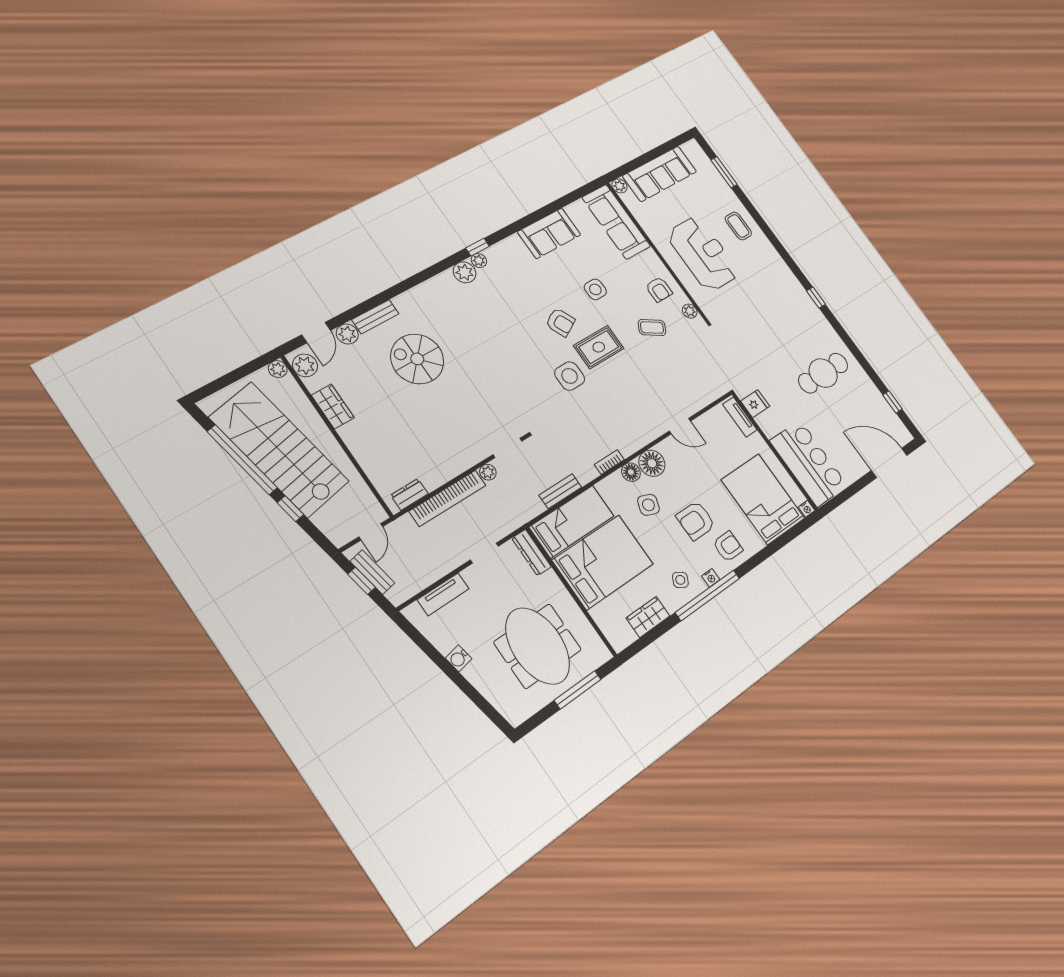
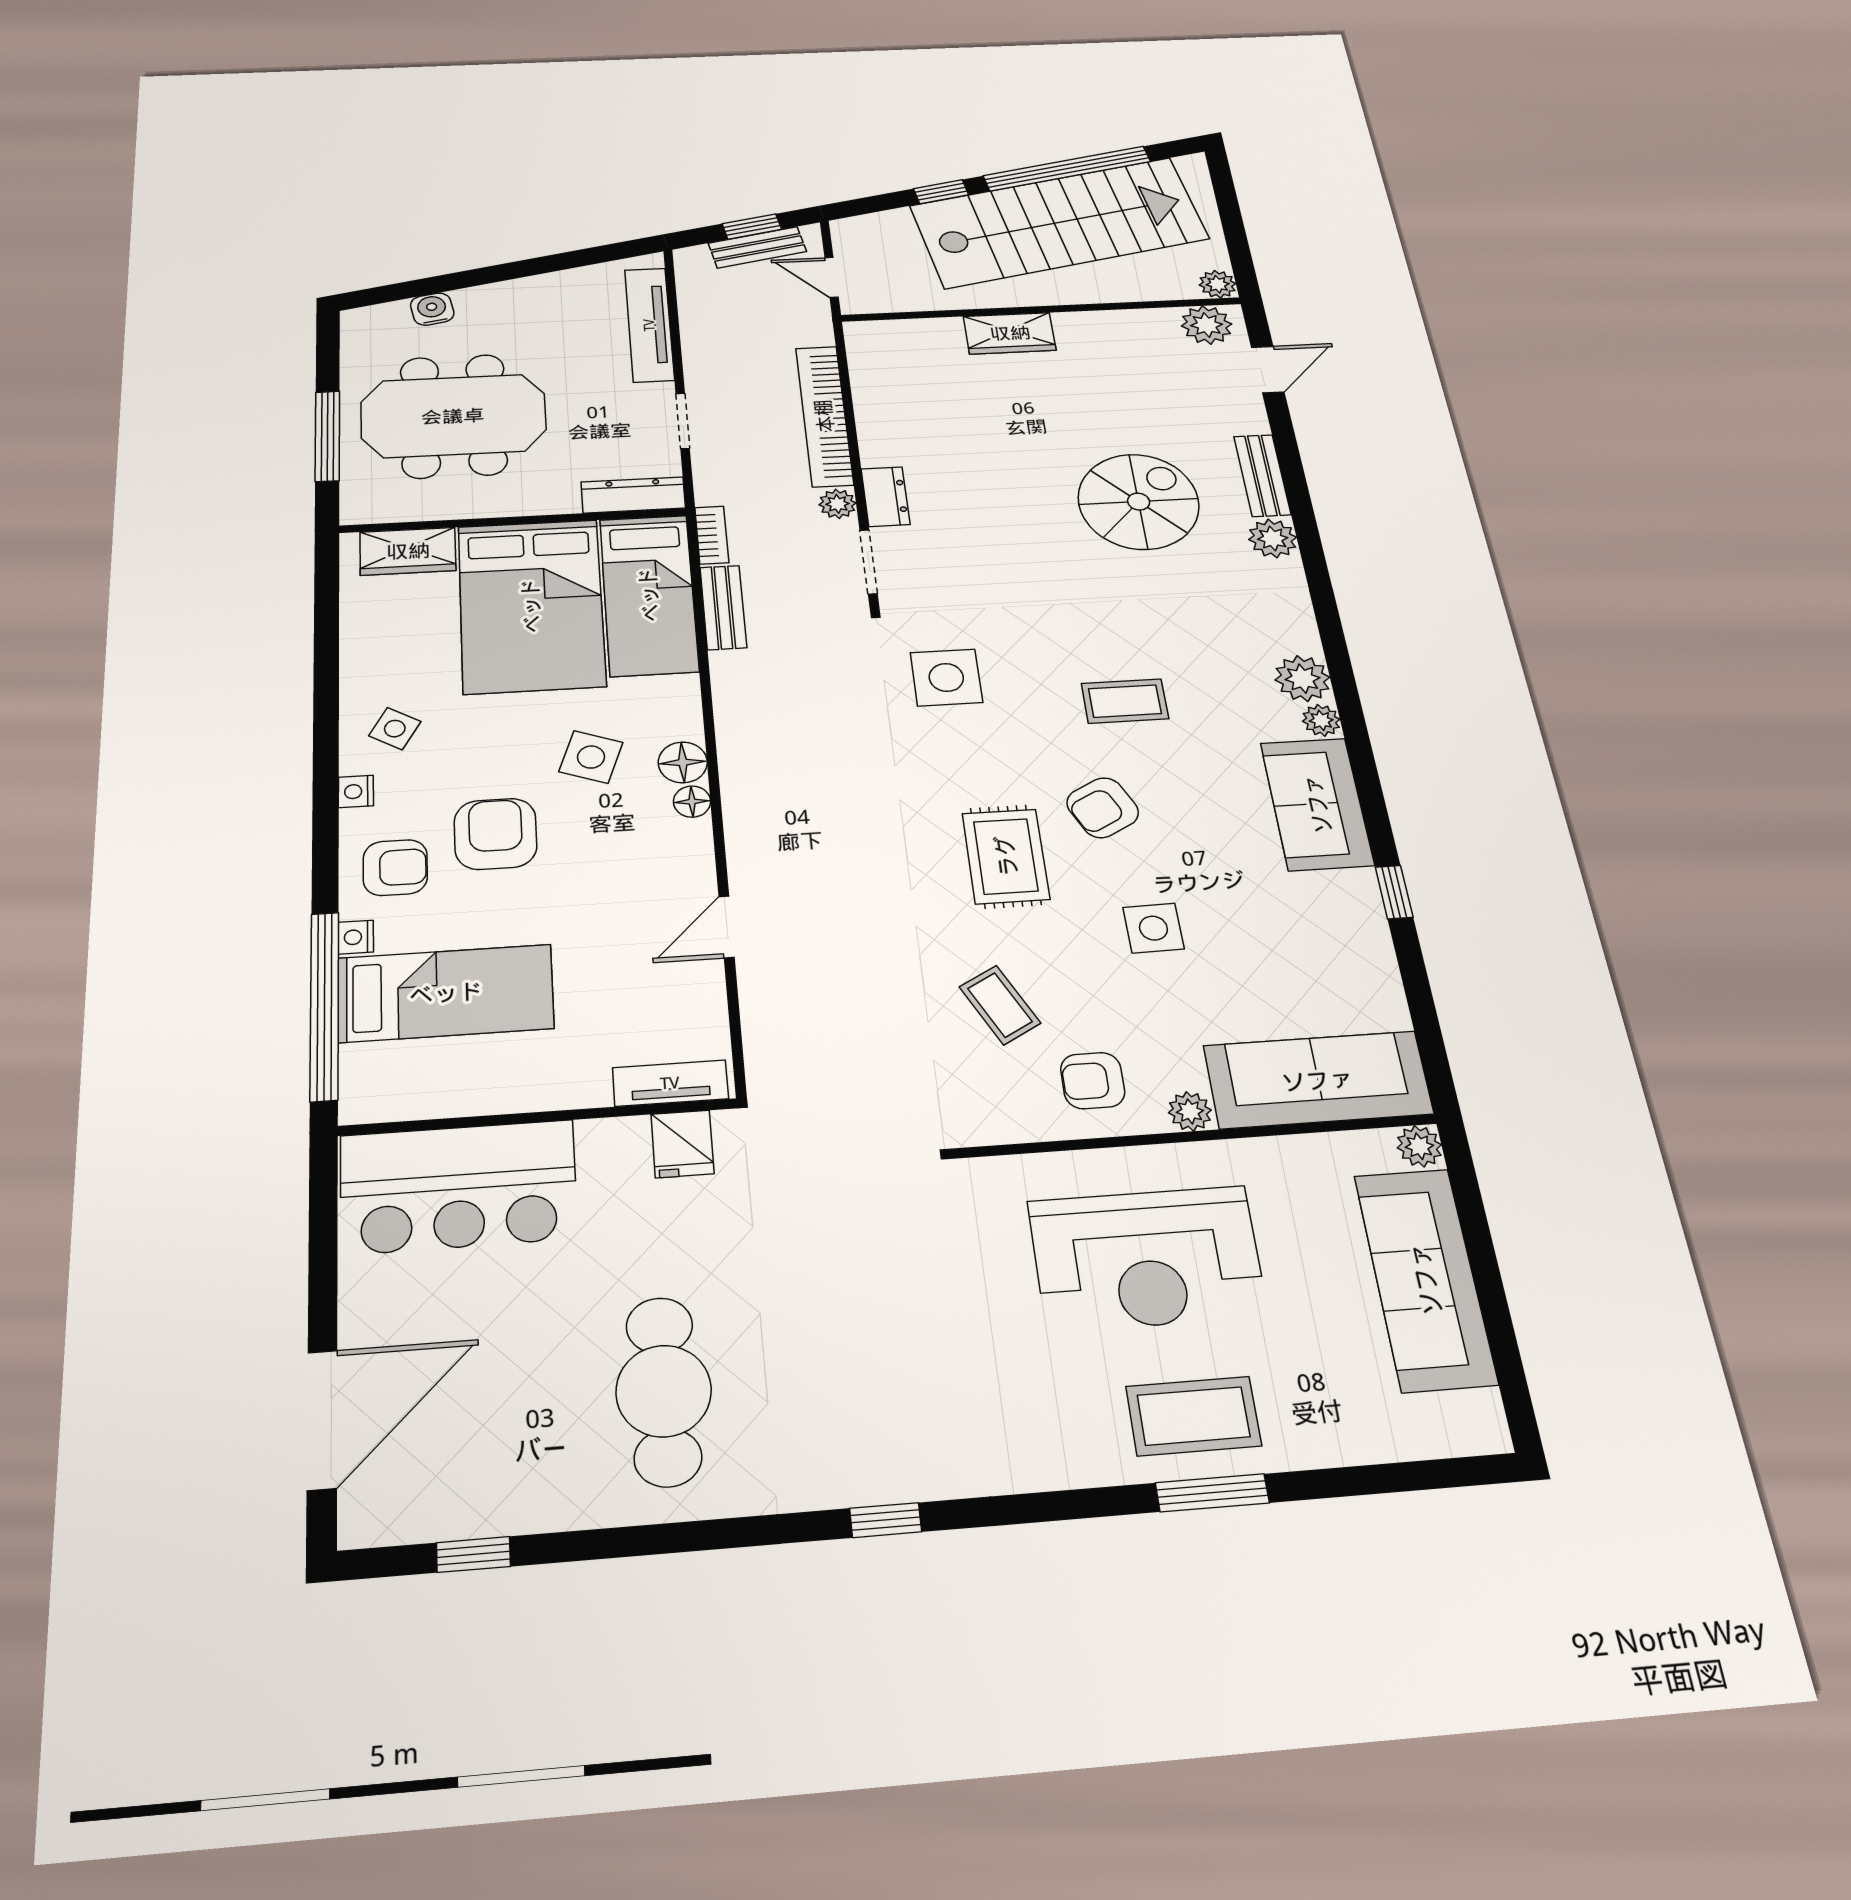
window: (724, 172) -> (1212, 1493), moved
coffee table: (738, 226) -> (1194, 1416), width x1.36, depth x1.30
sofa: (549, 233) -> (1317, 804), moved
window: (477, 247) -> (1394, 892), moved
plant: (690, 311) -> (1190, 1111), moved
coffee table: (652, 327) -> (1000, 1005), turned -59
coffee table: (512, 331) -> (1125, 701), added
door: (316, 333) -> (1268, 369), swing flipped
plant: (347, 334) -> (1273, 538), moved
side table: (570, 376) -> (946, 677), moved
wardrobe: (333, 406) -> (1010, 333), moved
bookcase: (609, 462) -> (712, 535), moved
floor lamp: (652, 463) -> (692, 802), width x0.53, depth x0.53
dresser: (409, 494) -> (886, 497), moved
bed: (763, 499) -> (446, 993), width x0.67
nightstand: (807, 509) -> (356, 937), moved
armchair: (728, 547) -> (395, 868), turned -90
tv unit: (443, 594) -> (649, 325), width x1.41
window: (708, 595) -> (324, 1005), moved
wardrobe: (648, 617) -> (408, 551), moved, turned 90
water cooler: (459, 658) -> (432, 309), moved

